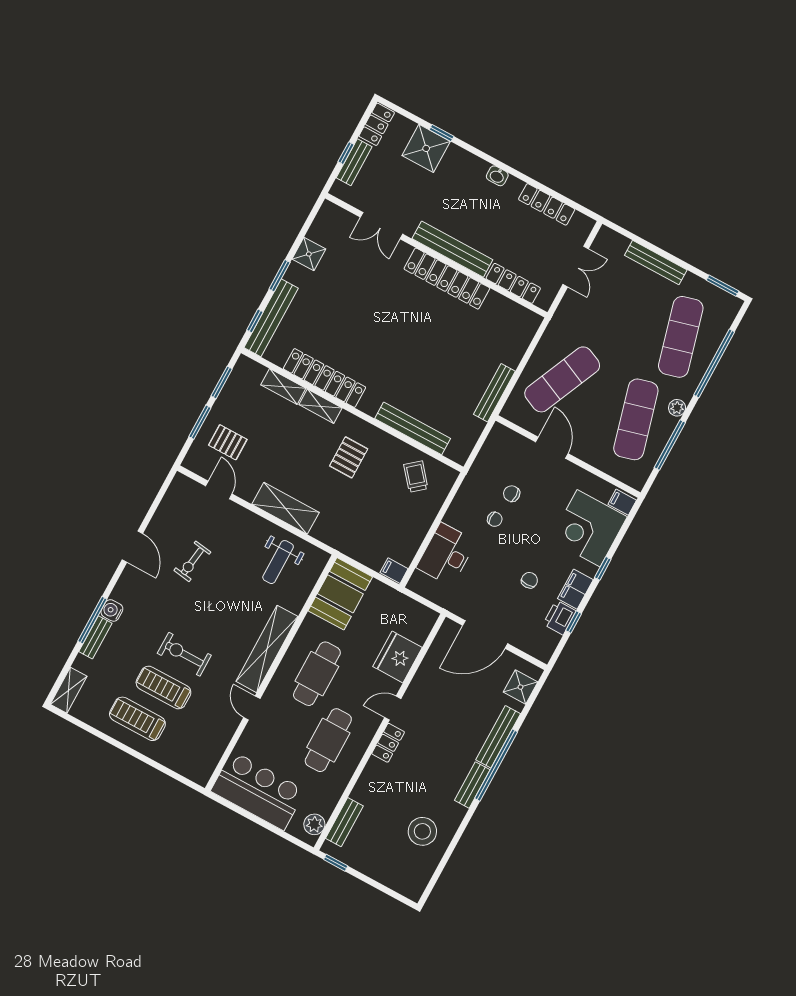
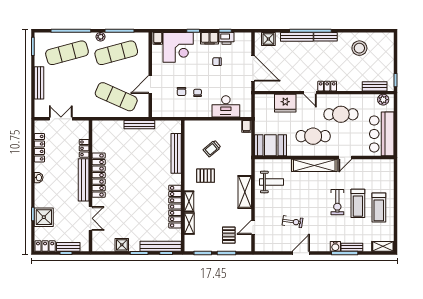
locker: (513, 283) -> (84, 148), width x0.66
trolley: (416, 477) -> (212, 149), moved

